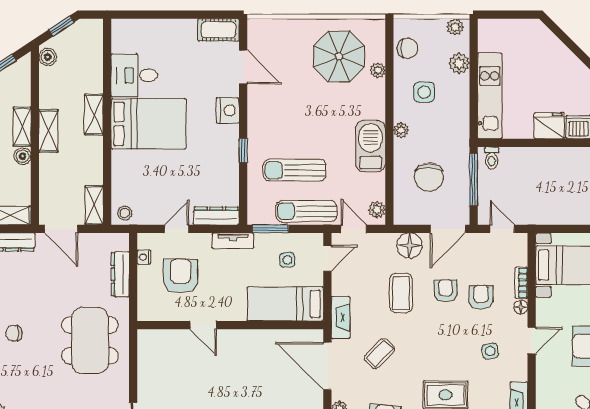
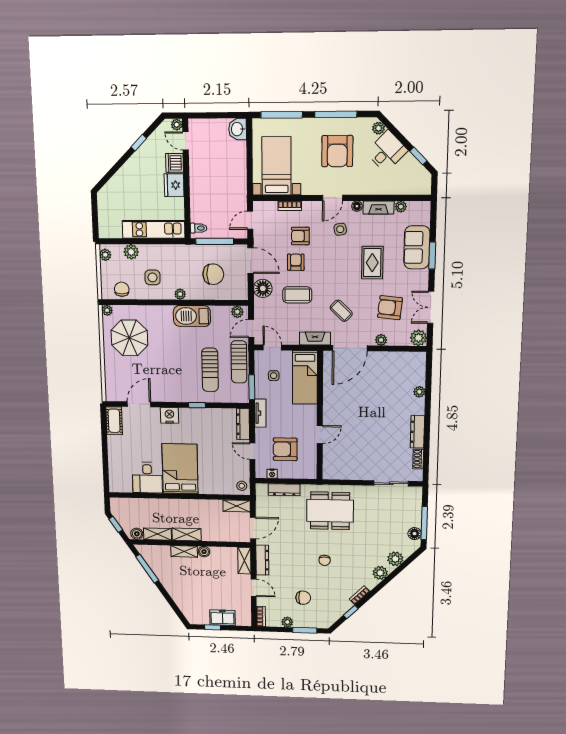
plant: (378, 70) -> (107, 310), moved
shelving: (94, 114) -> (157, 534), moved
armchair: (446, 291) -> (296, 262), turned 90
floor lamp: (521, 307) -> (357, 206), moved
door: (532, 340) -> (333, 198), swing flipped

